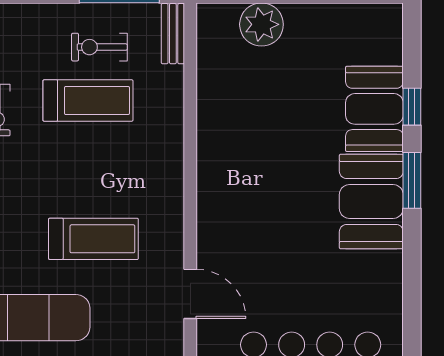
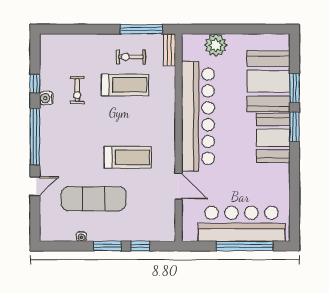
window: (412, 107) -> (294, 88), width x1.50
booth: (374, 109) -> (268, 81), width x1.36, depth x1.42
bar counter: (227, 160) -> (198, 116), added

